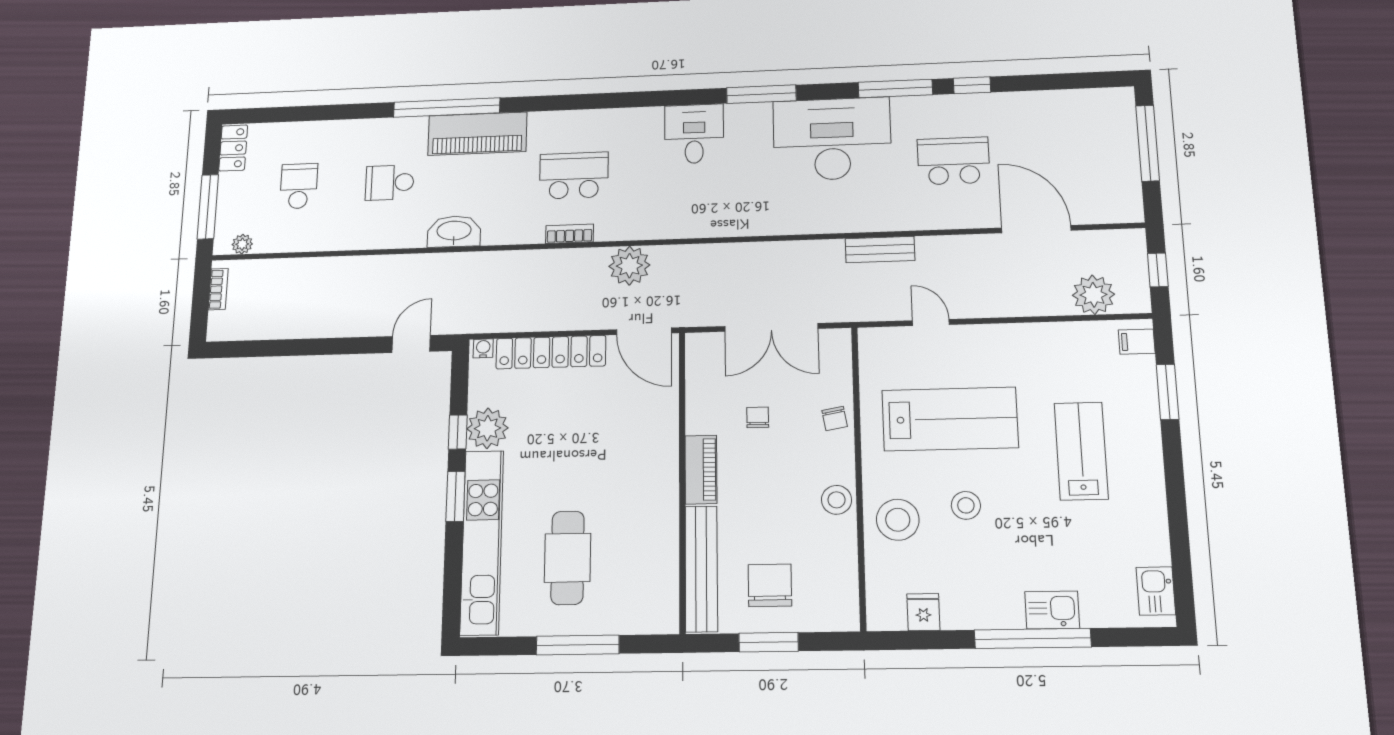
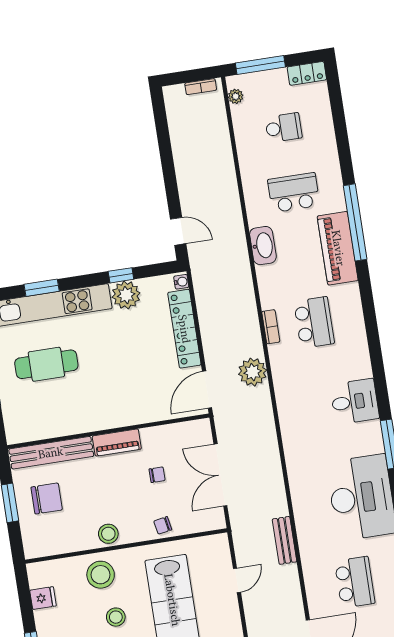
school desk: (390, 183) -> (294, 193), width x1.85
window: (455, 496) -> (42, 288), moved

